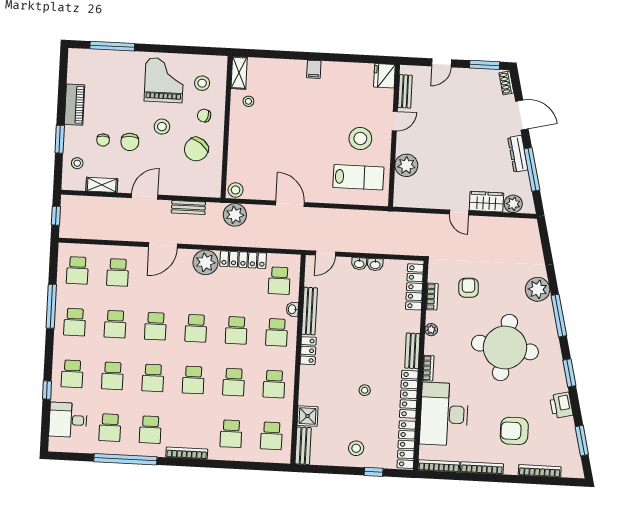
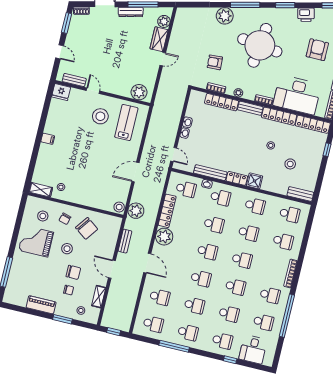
plant: (406, 165) -> (139, 92), moved
locker: (415, 287) -> (222, 102), moved
shower: (308, 416) -> (255, 181), moved
armchair: (514, 431) -> (317, 50), turned 180
stool: (356, 448) -> (290, 164), moved

